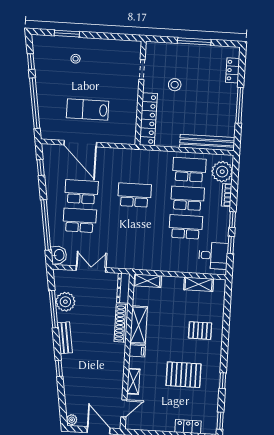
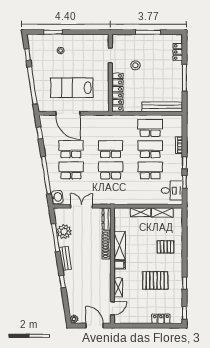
lab bench: (88, 109) -> (72, 88), width x1.36, depth x1.39
plant: (222, 172) -> (175, 128), removed
school desk: (133, 224) -> (111, 170), added
shelving: (147, 281) -> (141, 212), moved

